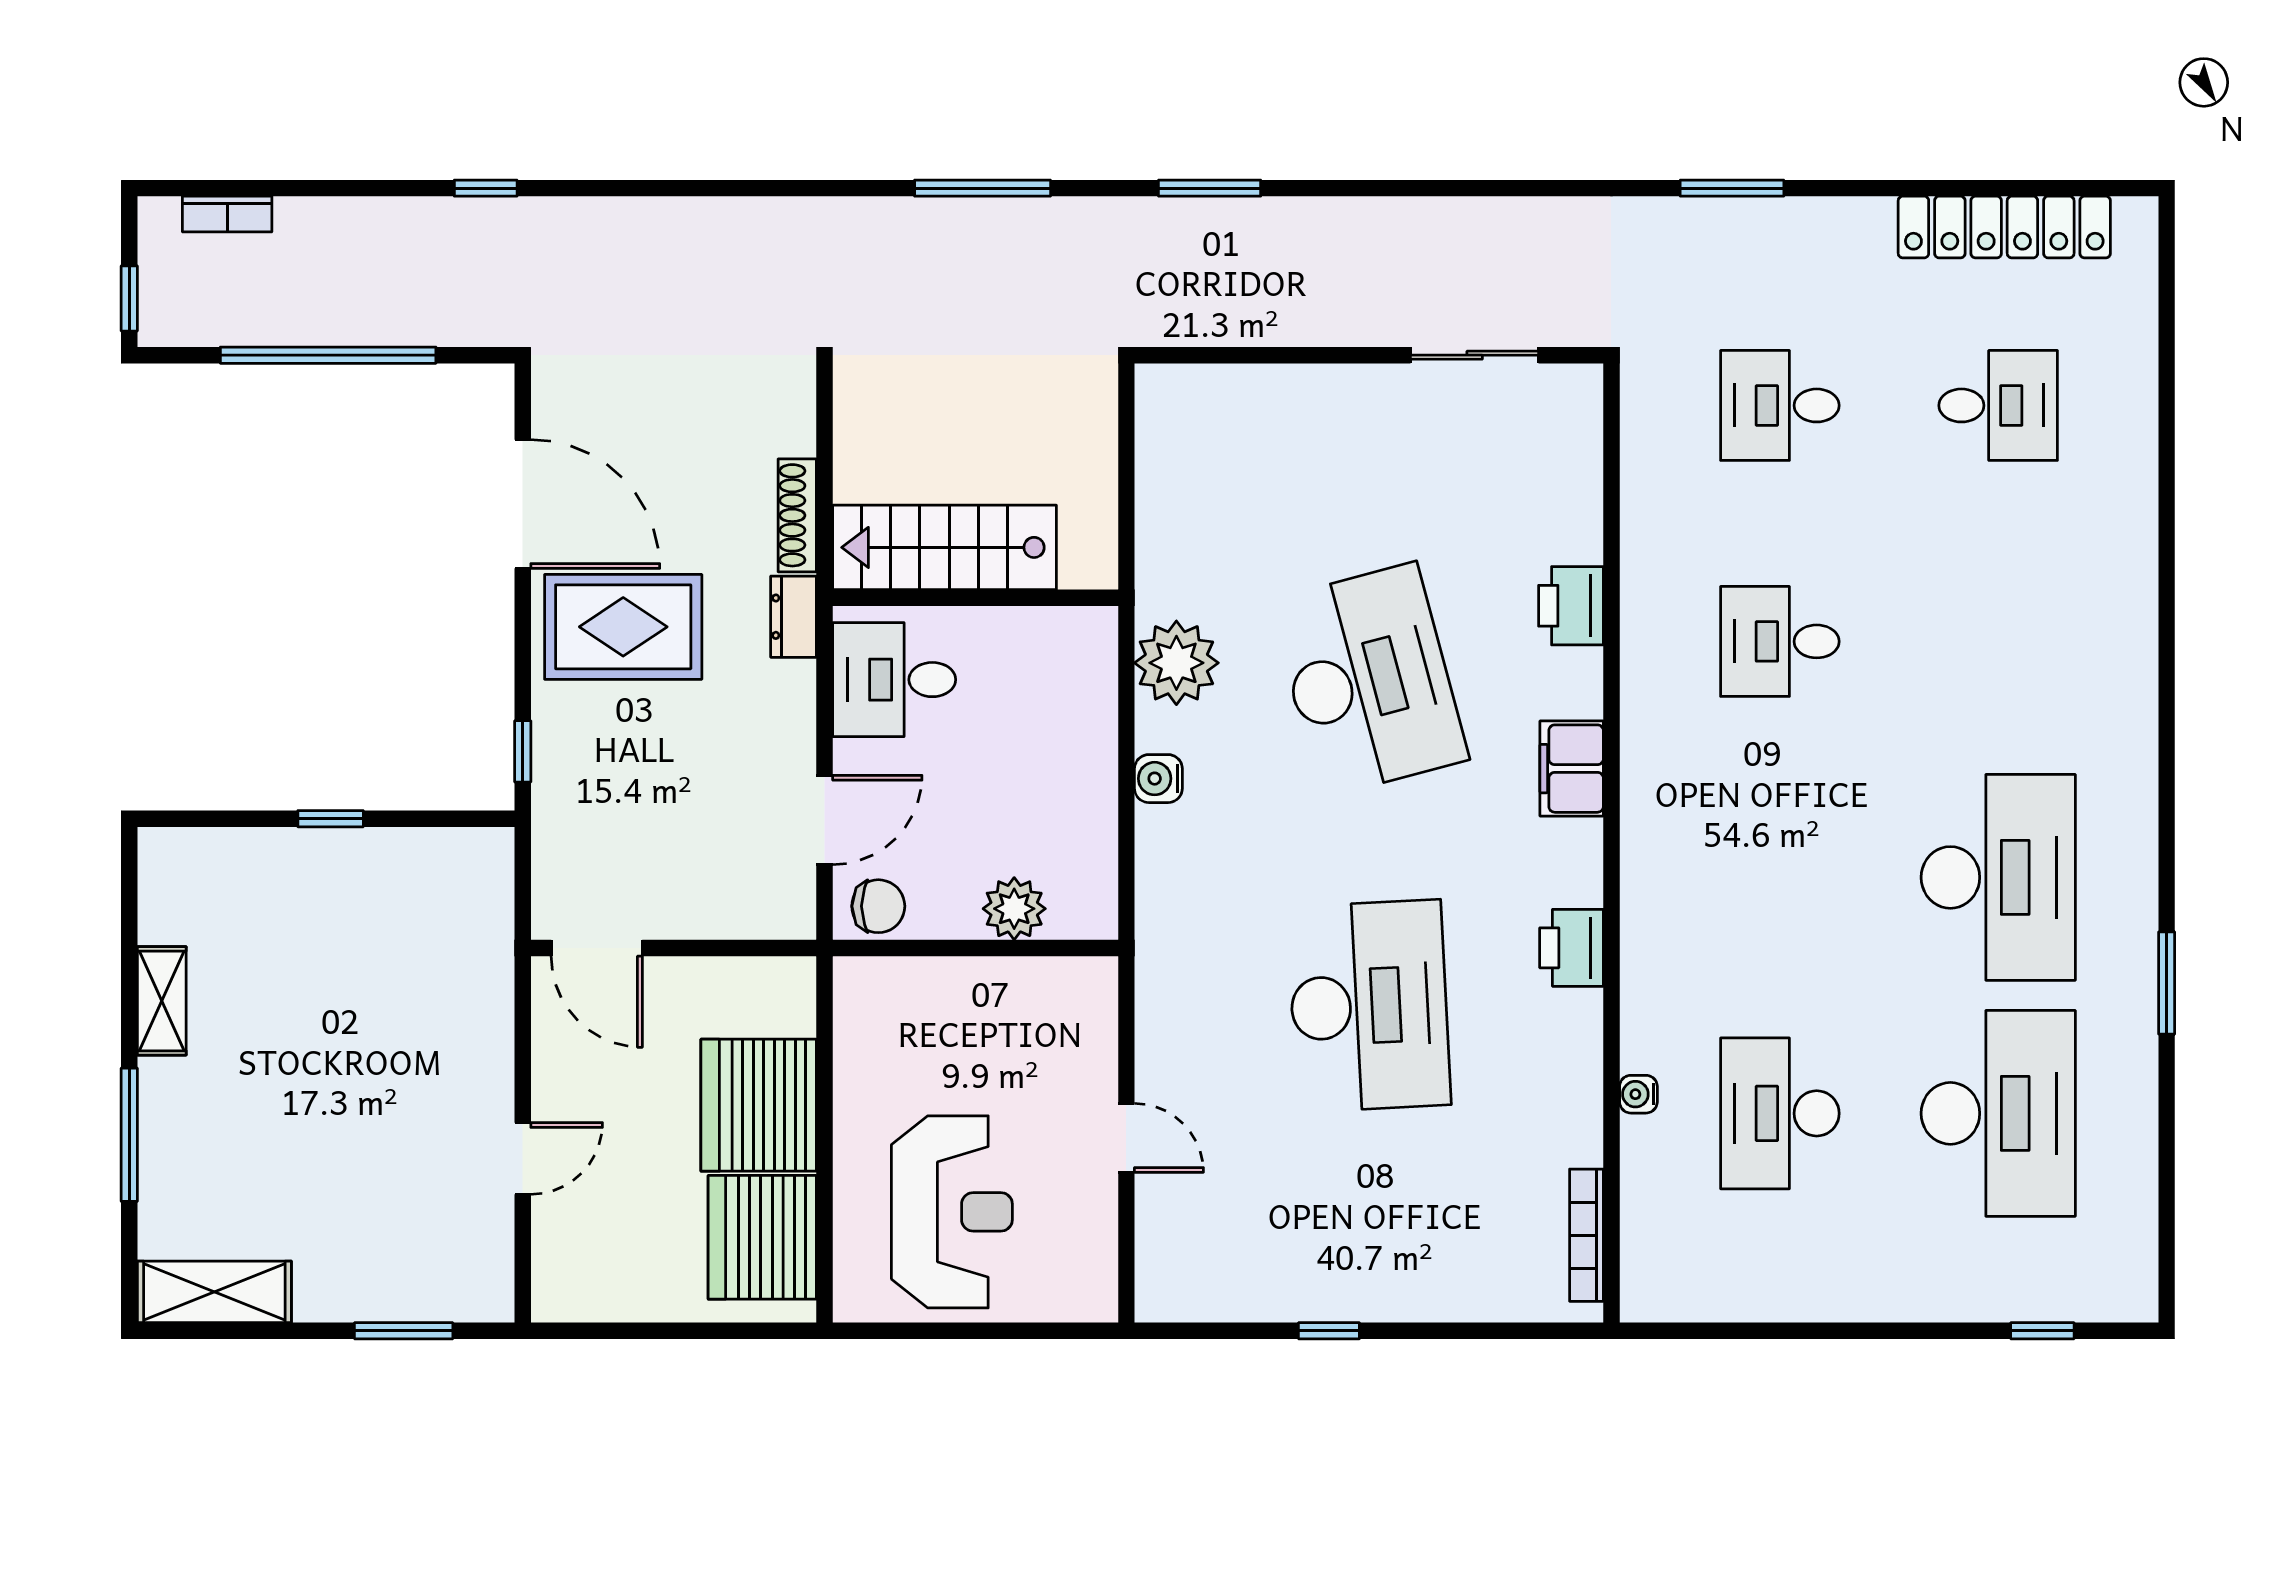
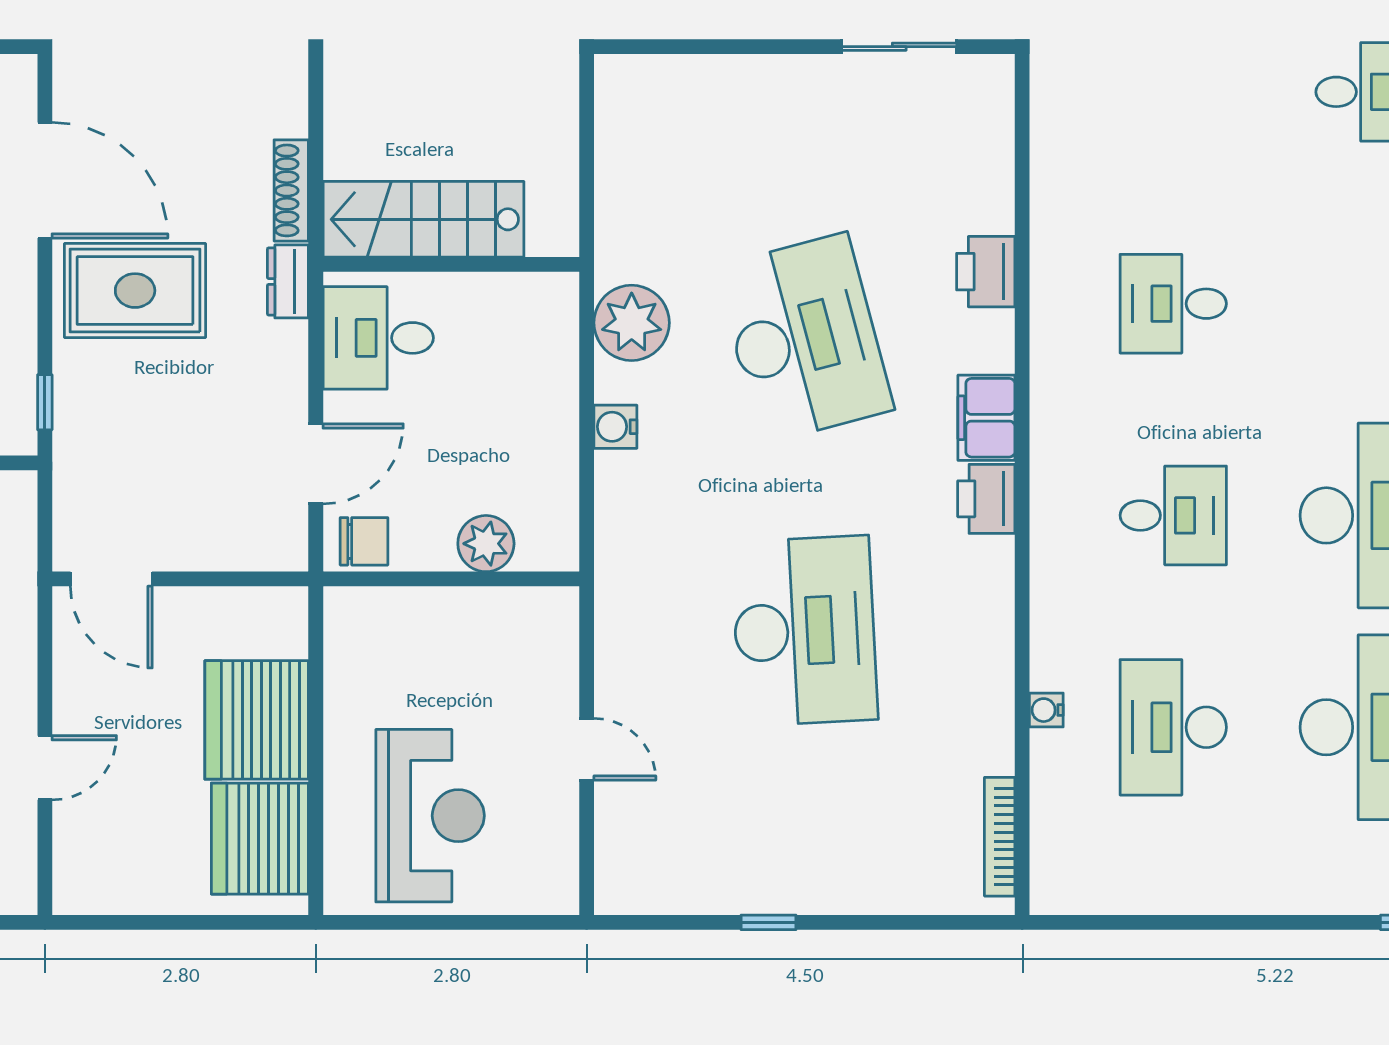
desk: (1780, 405) -> (1173, 515), moved, turned 180
printer: (1572, 948) -> (986, 499), moved

